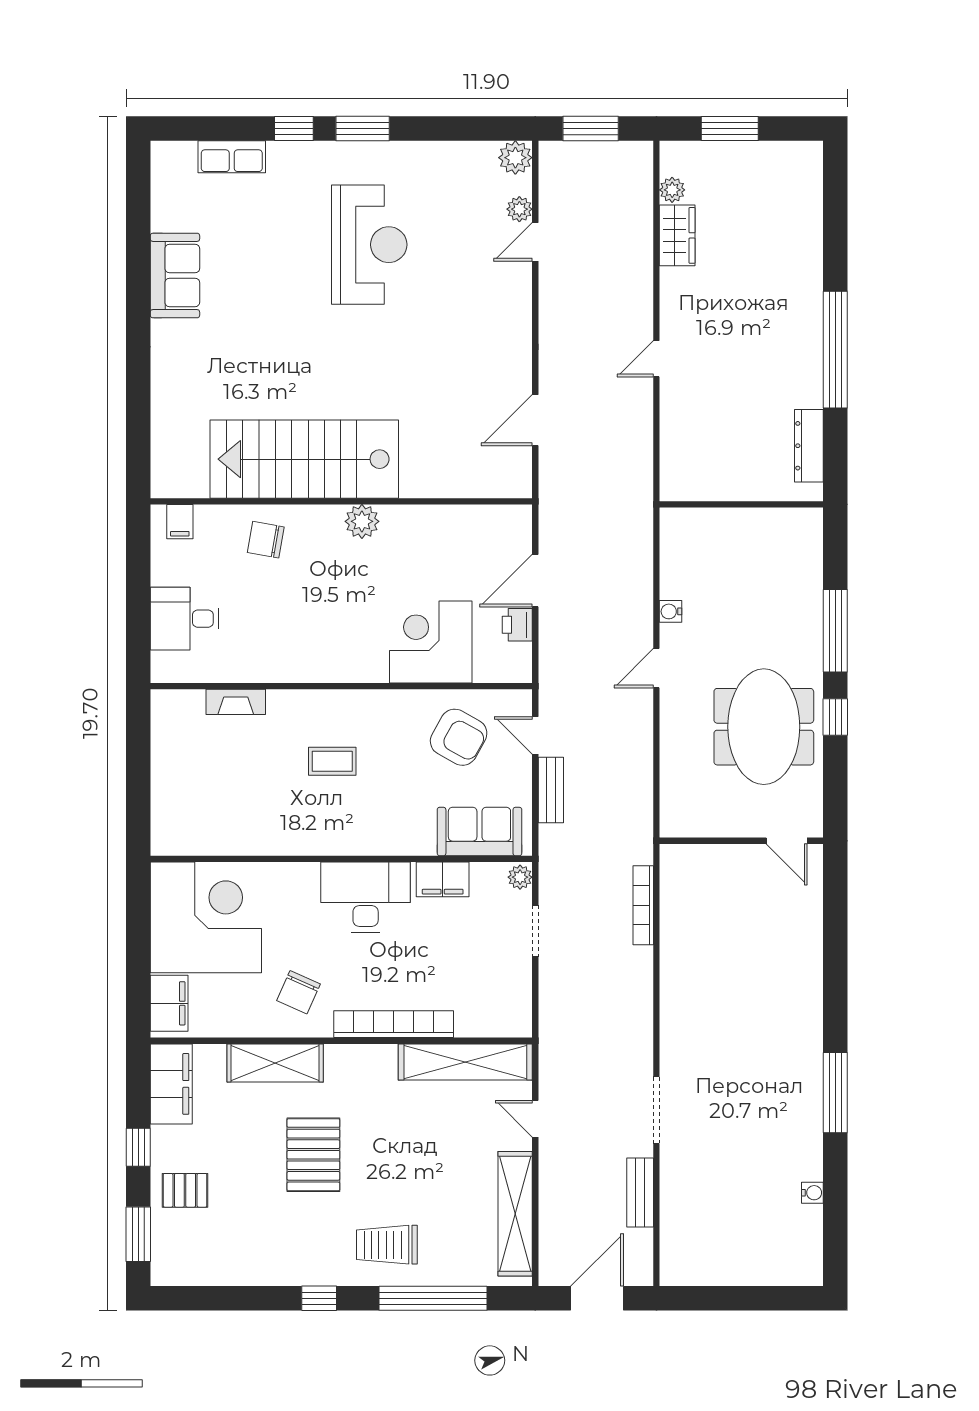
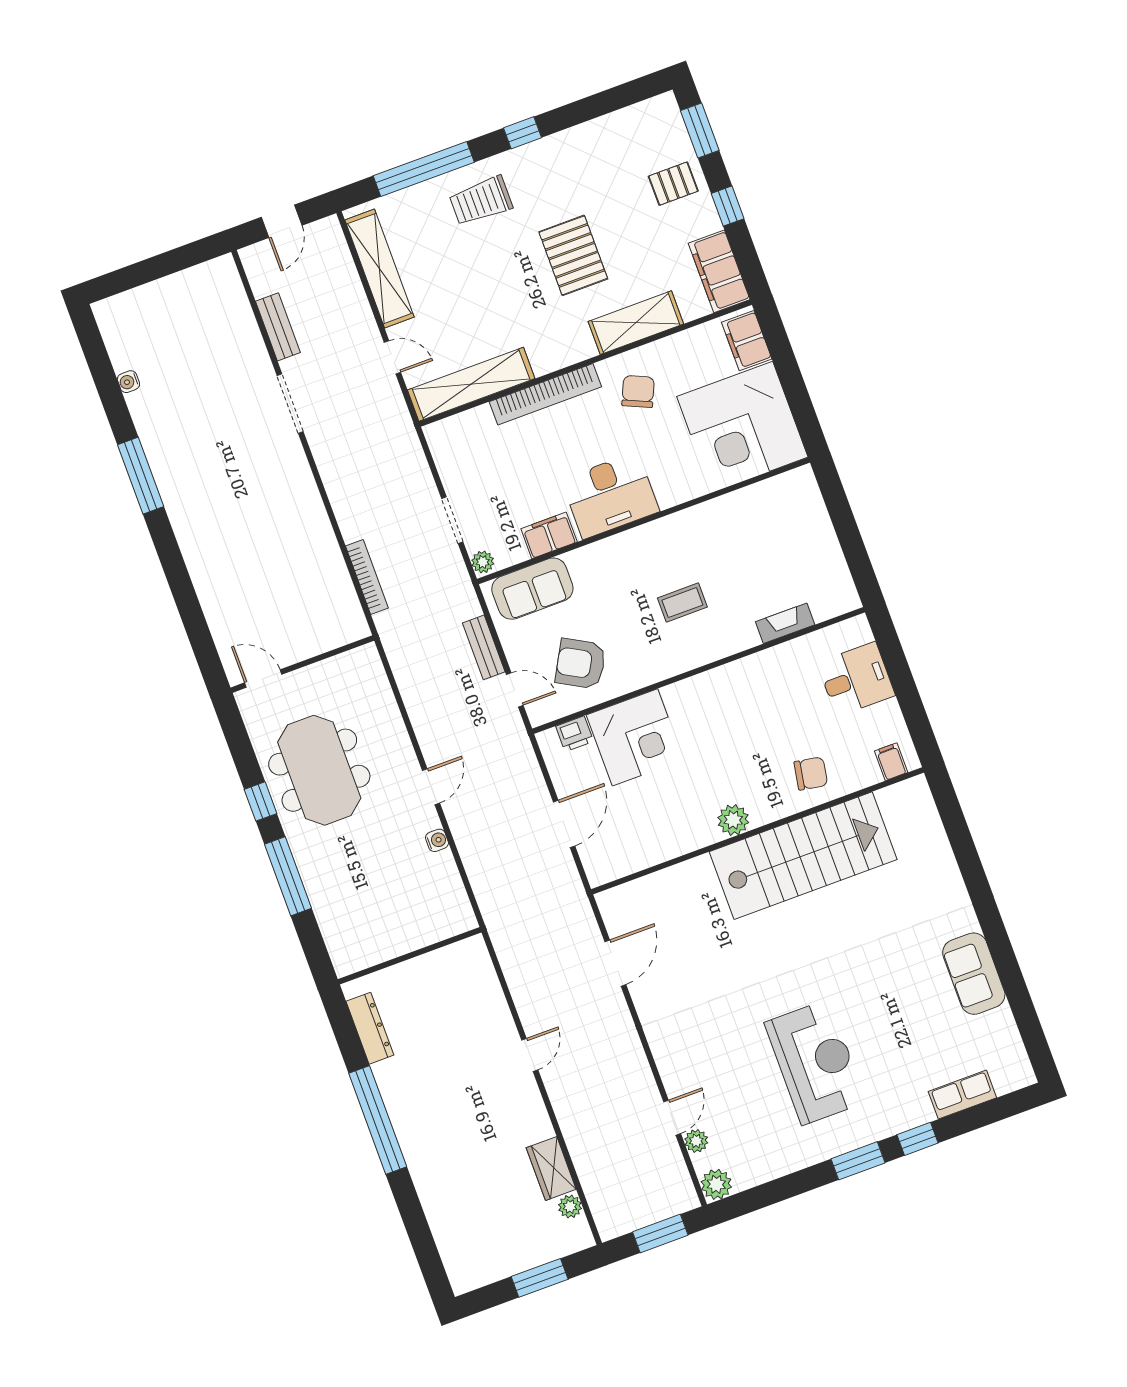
reception desk: (369, 245) -> (815, 1062), turned 180
printer: (517, 625) -> (575, 734), moved, turned 90
trolley: (387, 1245) -> (481, 201), turned 180
door: (597, 1298) -> (282, 221), width x0.73

